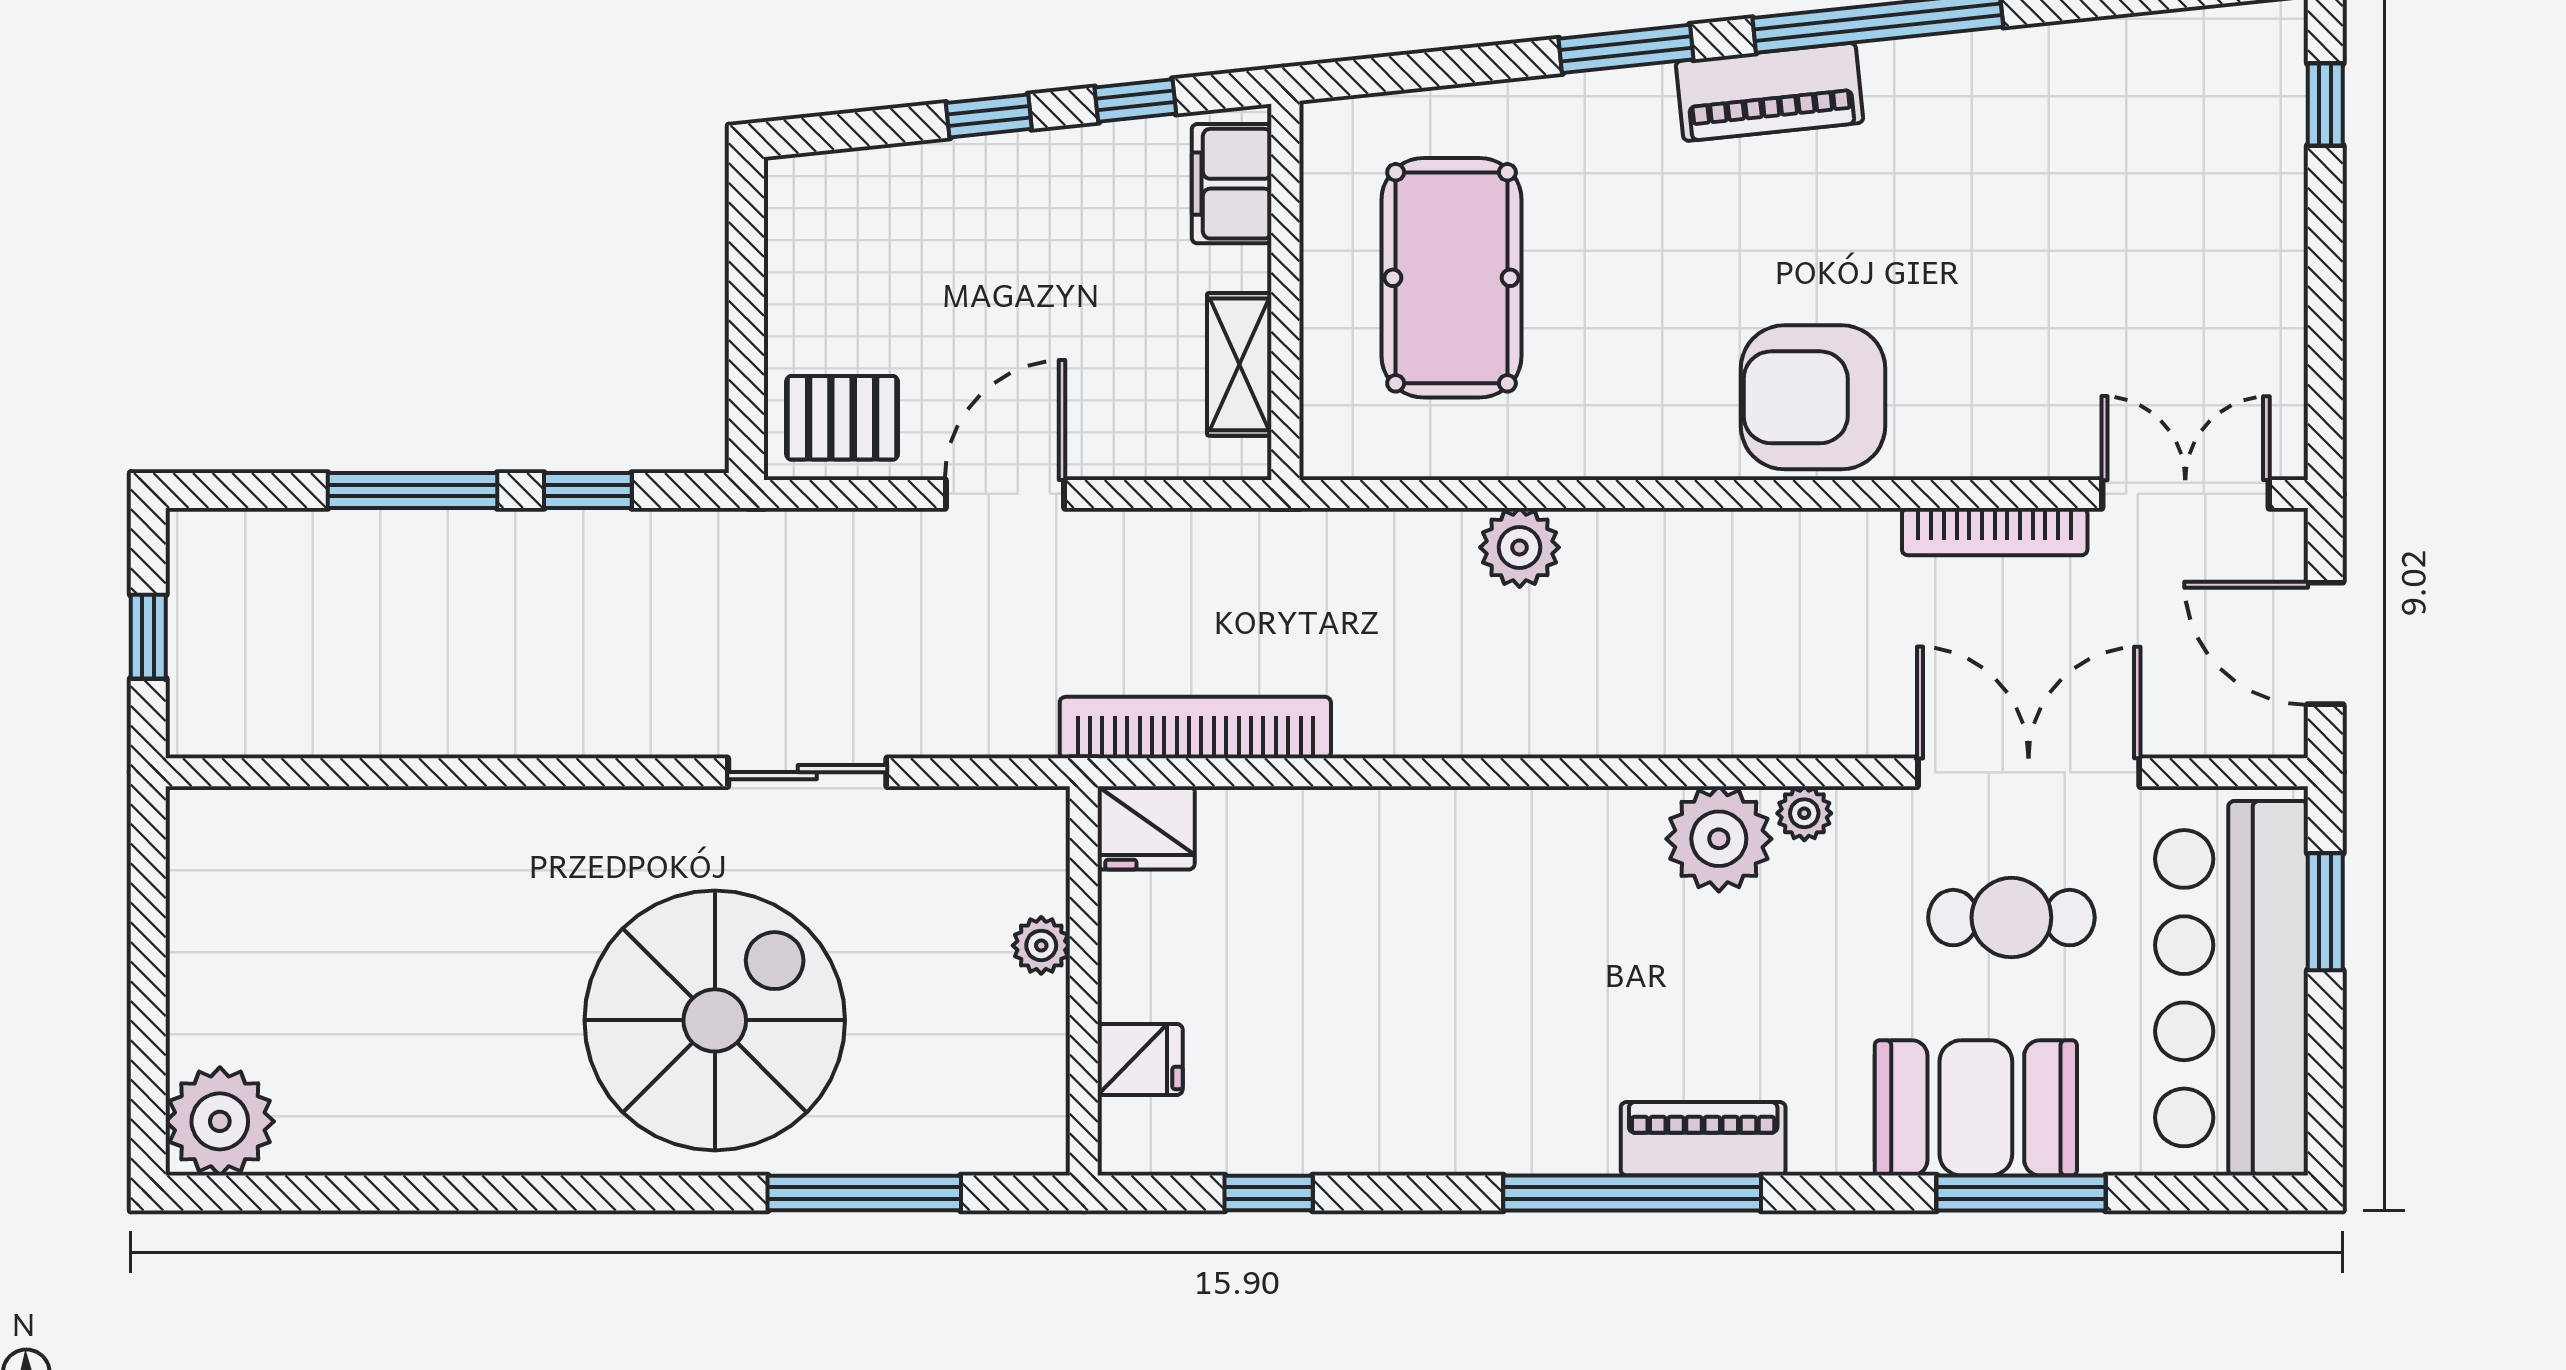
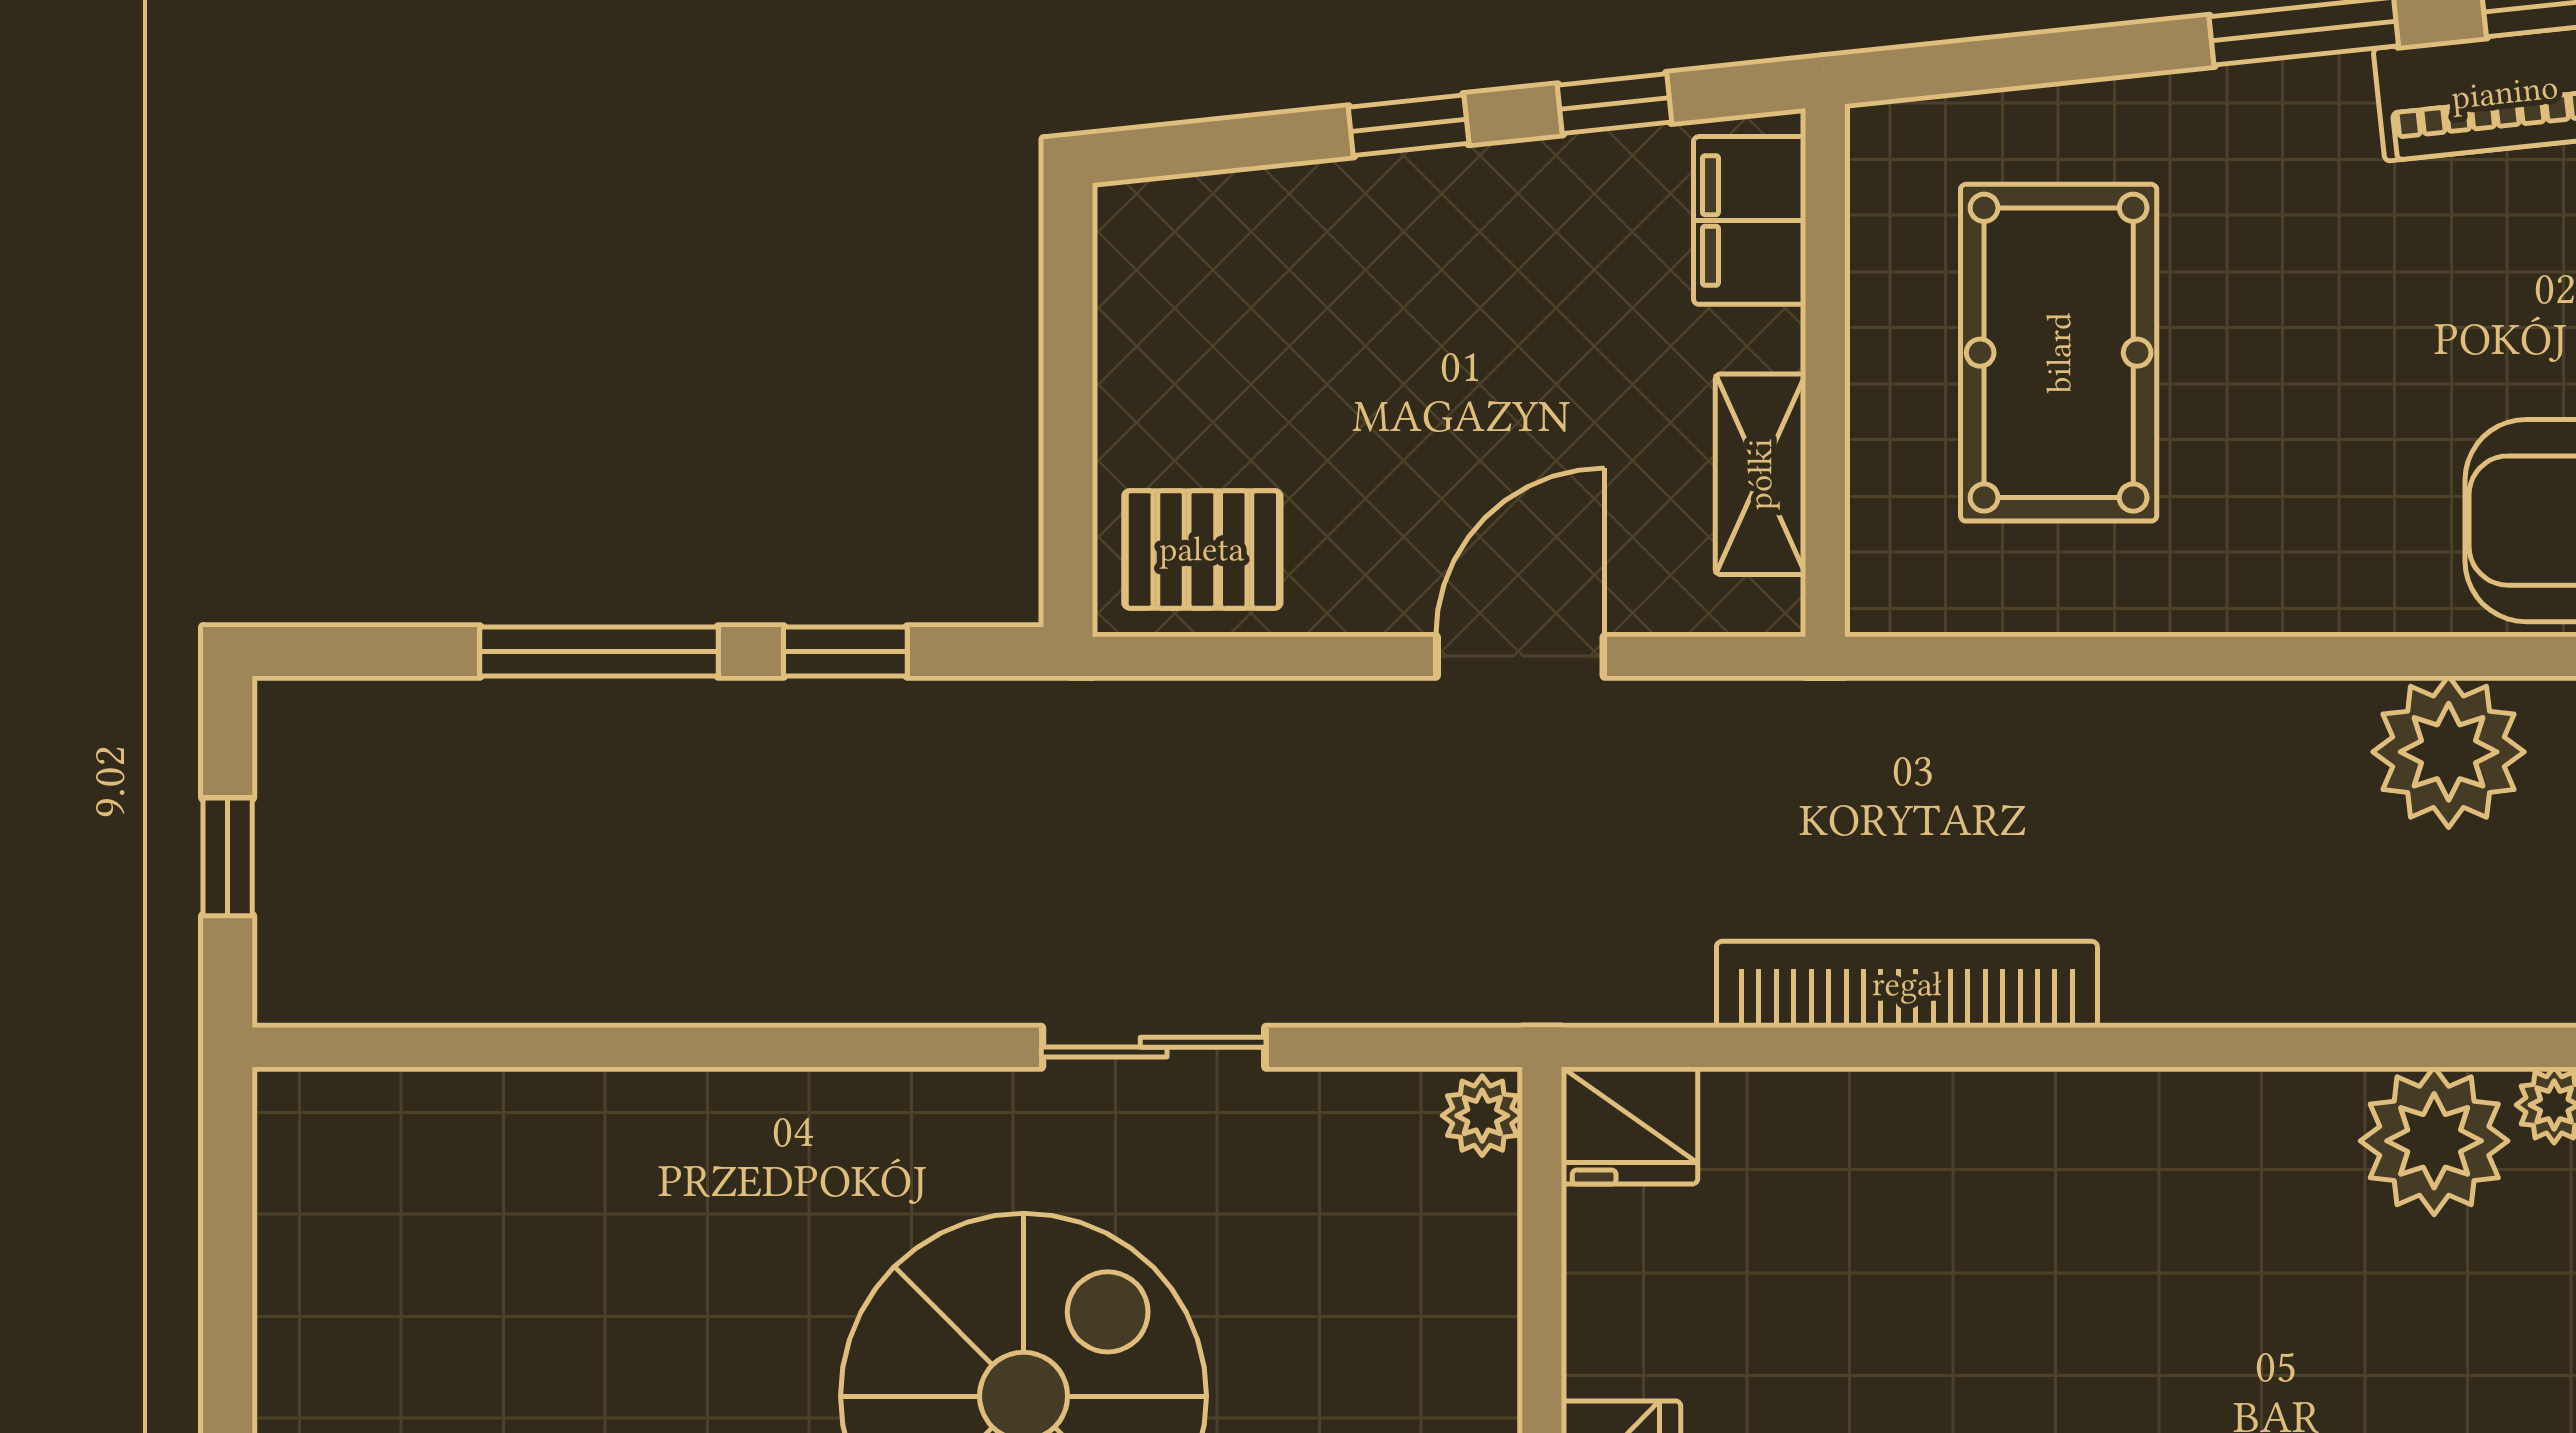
door: (1005, 494) -> (1520, 656), moved
plant: (1520, 547) -> (2449, 752), moved, width x1.36, depth x1.36
bookcase: (1195, 727) -> (1907, 984), moved
plant: (1041, 945) -> (1482, 1116), moved

